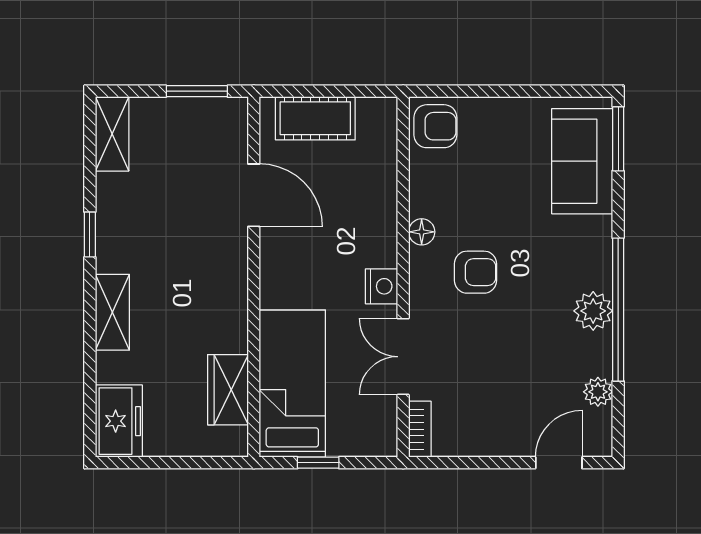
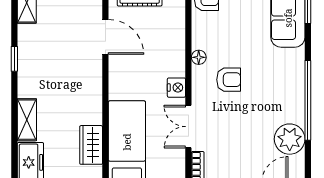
plant: (593, 311) -> (294, 101), removed
shelving: (112, 312) -> (27, 120), moved
plant: (598, 392) -> (290, 139), width x1.88, depth x1.88

